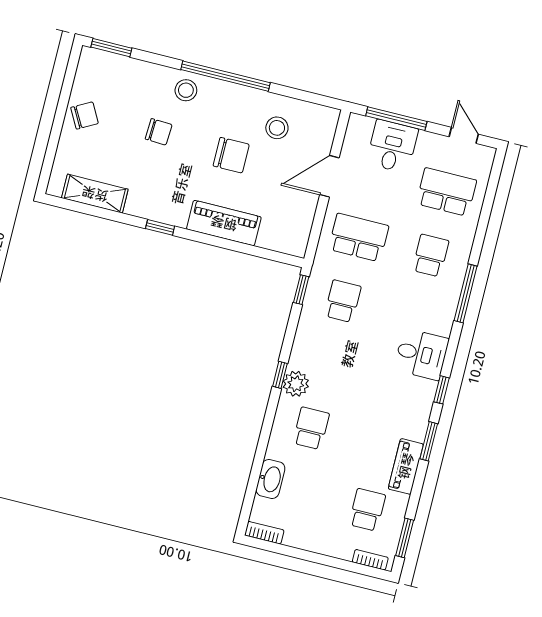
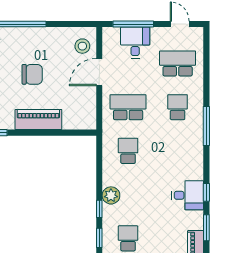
stool: (277, 128) -> (82, 46), moved
window: (301, 290) -> (99, 238), moved
desk: (421, 354) -> (188, 195), moved
plant: (296, 384) -> (111, 195), moved

